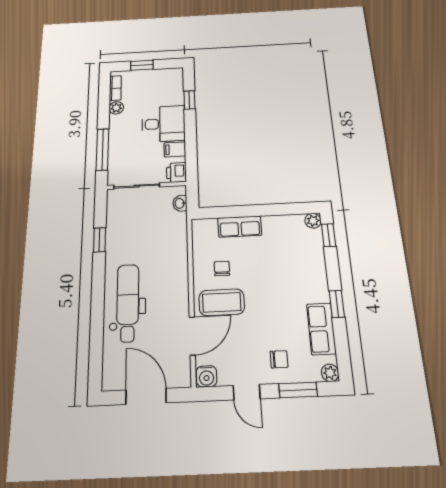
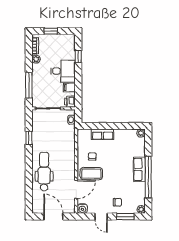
window: (329, 235) -> (148, 141), removed
window: (337, 304) -> (148, 177), width x3.17
row of seats: (321, 329) -> (139, 169), moved

